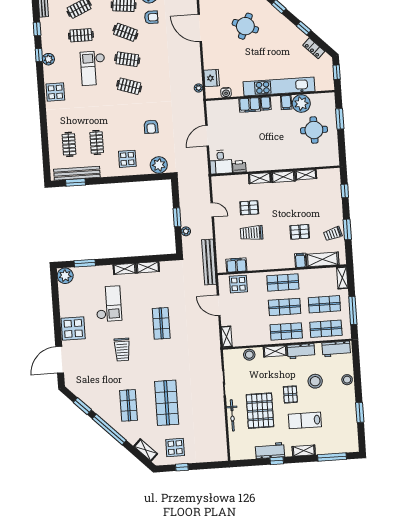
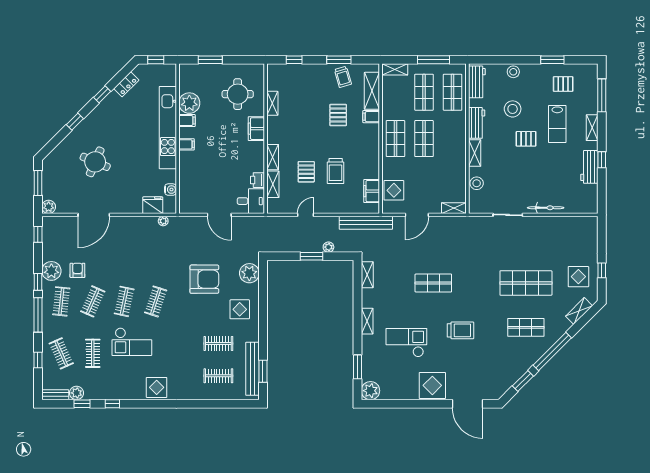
plant: (48, 59) -> (76, 393), moved
filing cabinet: (250, 105) -> (256, 129), moved, turned 180
armchair: (151, 127) -> (204, 279), width x1.88, depth x1.88
round table: (314, 130) -> (238, 94), moved
shelving: (283, 177) -> (273, 184), moved
shelving: (148, 267) -> (367, 275), moved
shop shelf: (286, 331) -> (453, 139), removed
pallet: (260, 411) -> (563, 84), moved, width x0.49, depth x0.50

